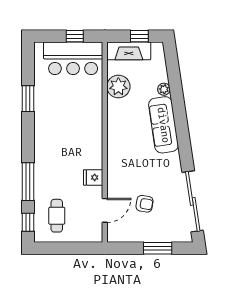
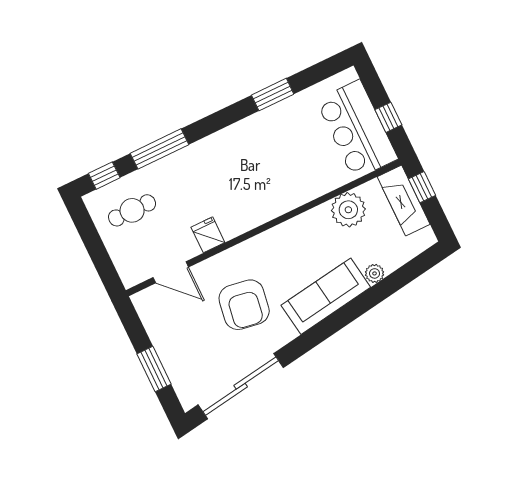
window: (139, 36) -> (422, 187), moved
armchair: (144, 204) -> (244, 305), moved, width x1.88, depth x1.88

